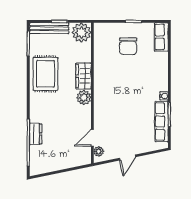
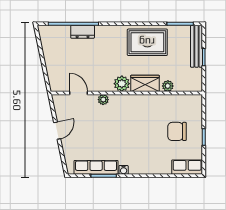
plant: (81, 32) -> (168, 86), moved, width x0.53, depth x0.53
plant: (99, 151) -> (103, 100), moved
door: (127, 158) -> (57, 131), swing flipped

